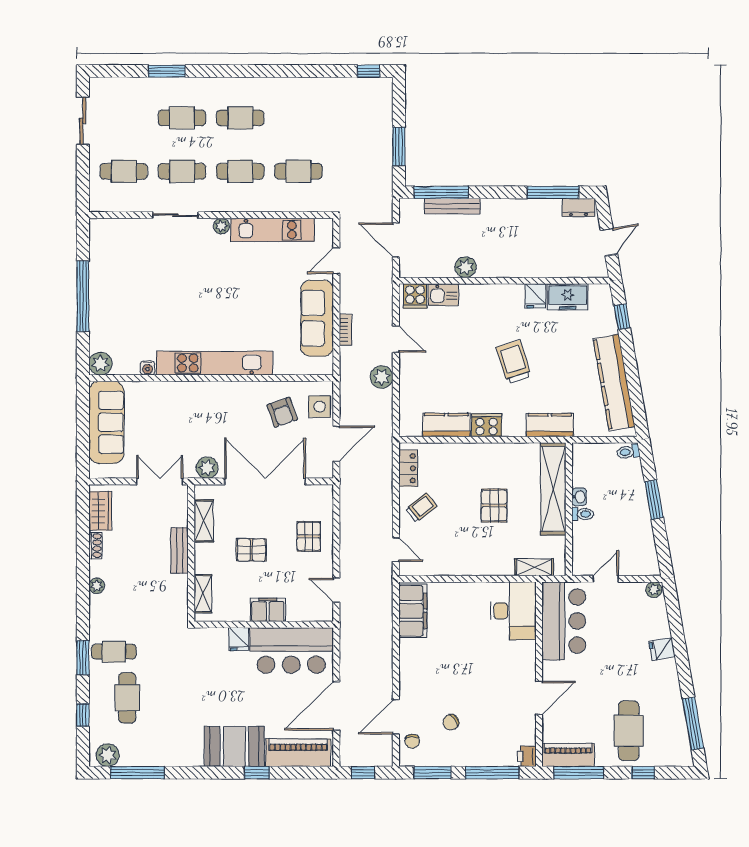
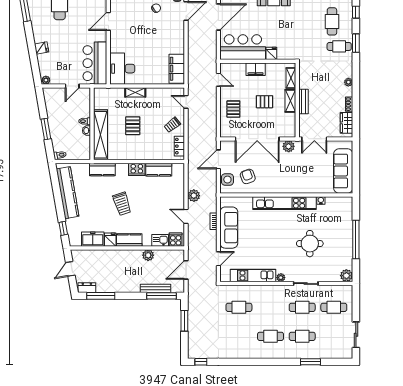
cafe table: (240, 171) -> (271, 307), removed
door: (396, 240) -> (186, 270), swing flipped
round table: (168, 289) -> (310, 244), added
kitchen counter: (501, 295) -> (129, 240), added
plant: (100, 364) -> (346, 276), moved
shelving: (204, 521) -> (290, 101), moved
shelving: (534, 567) -> (135, 92), moved

